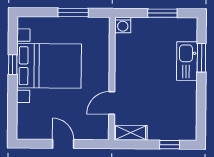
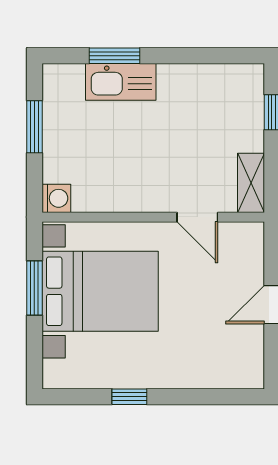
bed with nightstands: (49, 66) -> (100, 291), moved, turned 90

